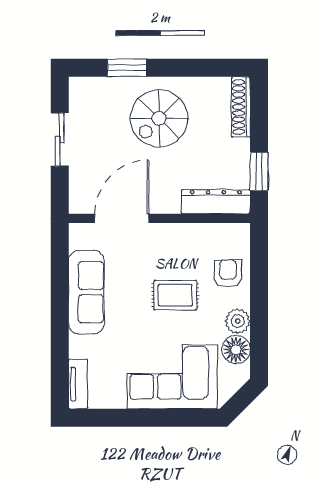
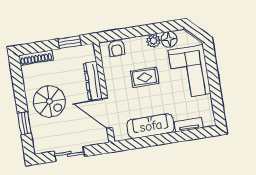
dresser: (216, 202) -> (93, 81), moved
armchair: (228, 273) -> (117, 48), moved, turned -90
rug: (175, 295) -> (145, 77), turned 90
tv unit: (78, 384) -> (189, 125), moved

